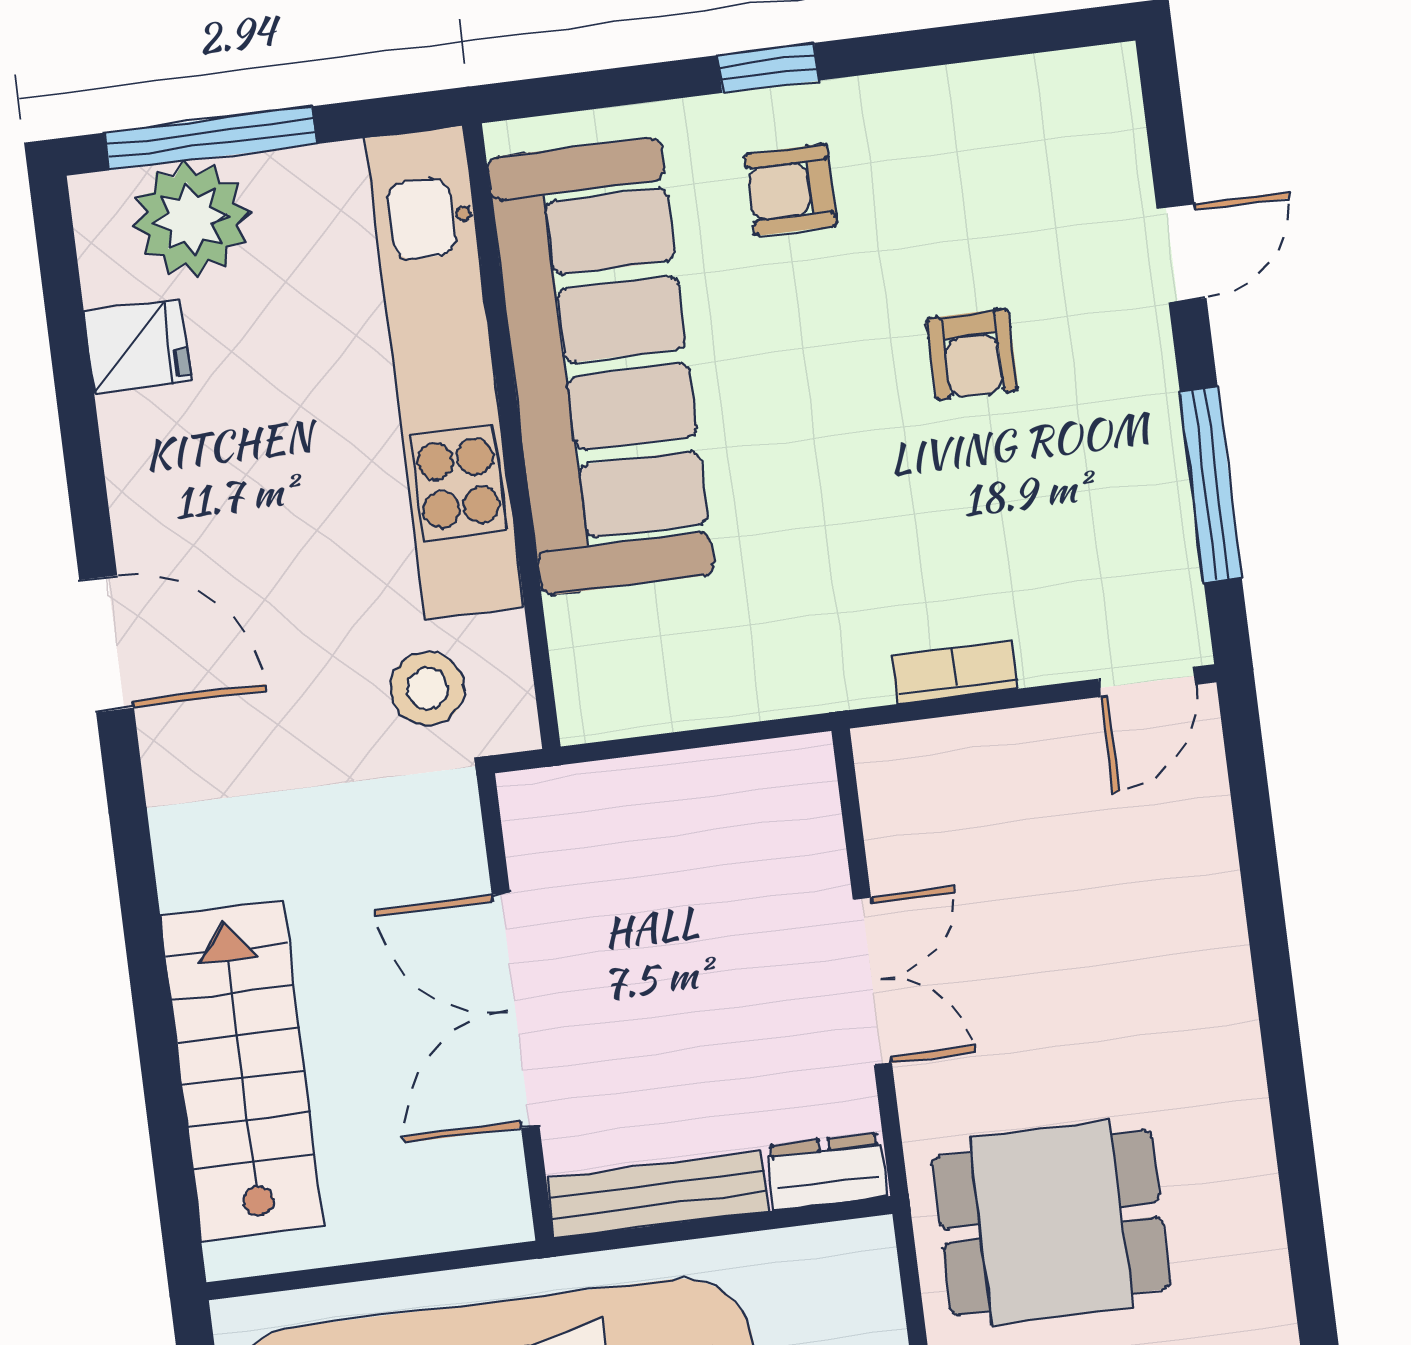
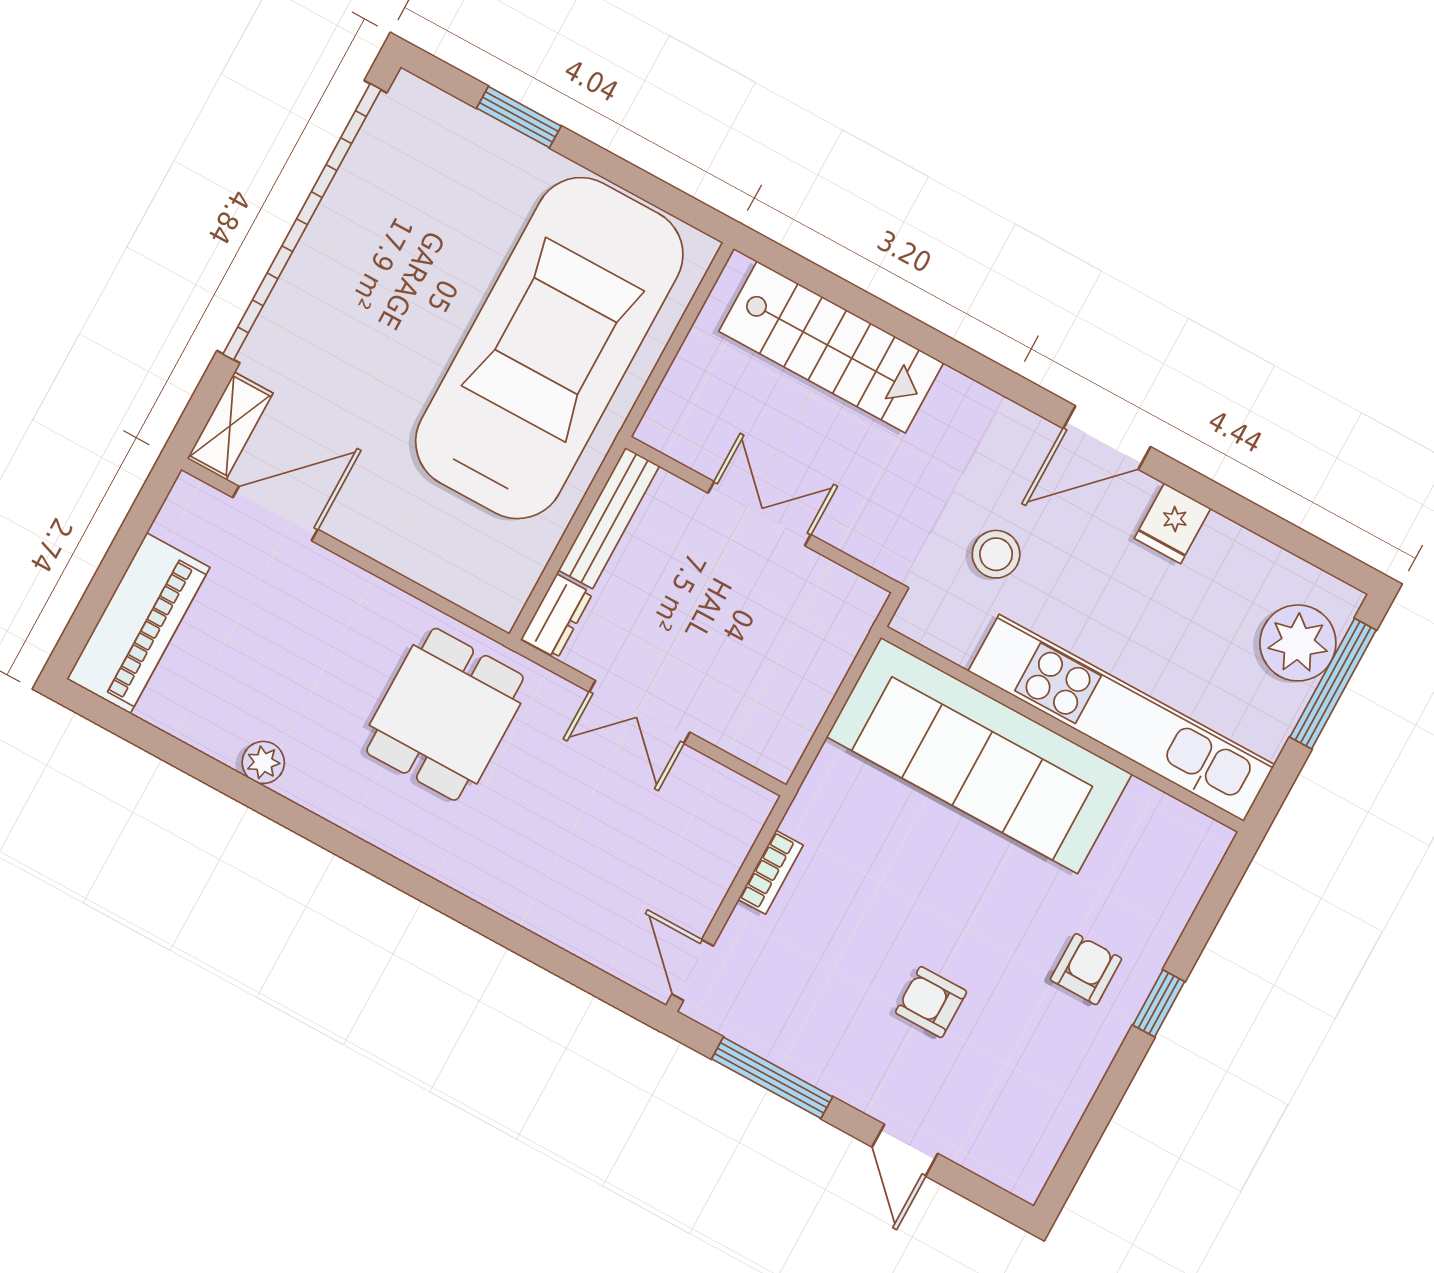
fridge: (137, 346) -> (1172, 523), moved
sofa: (601, 366) -> (979, 755), moved
stool: (427, 689) -> (996, 554), moved
double door: (516, 1010) -> (759, 514), width x0.73

